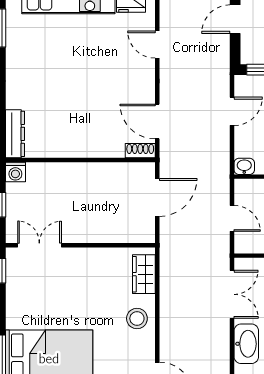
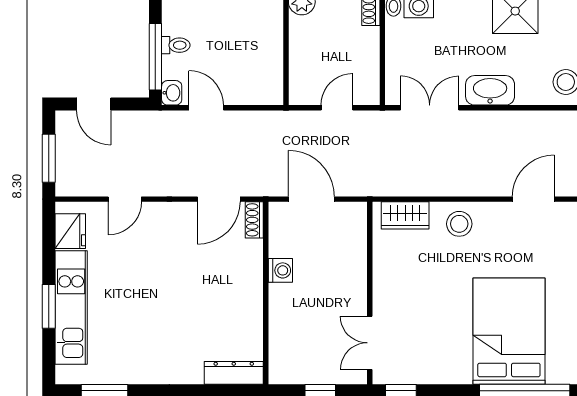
washbasin: (244, 166) -> (172, 93), moved, turned 180
washing machine: (15, 172) -> (280, 270), moved

